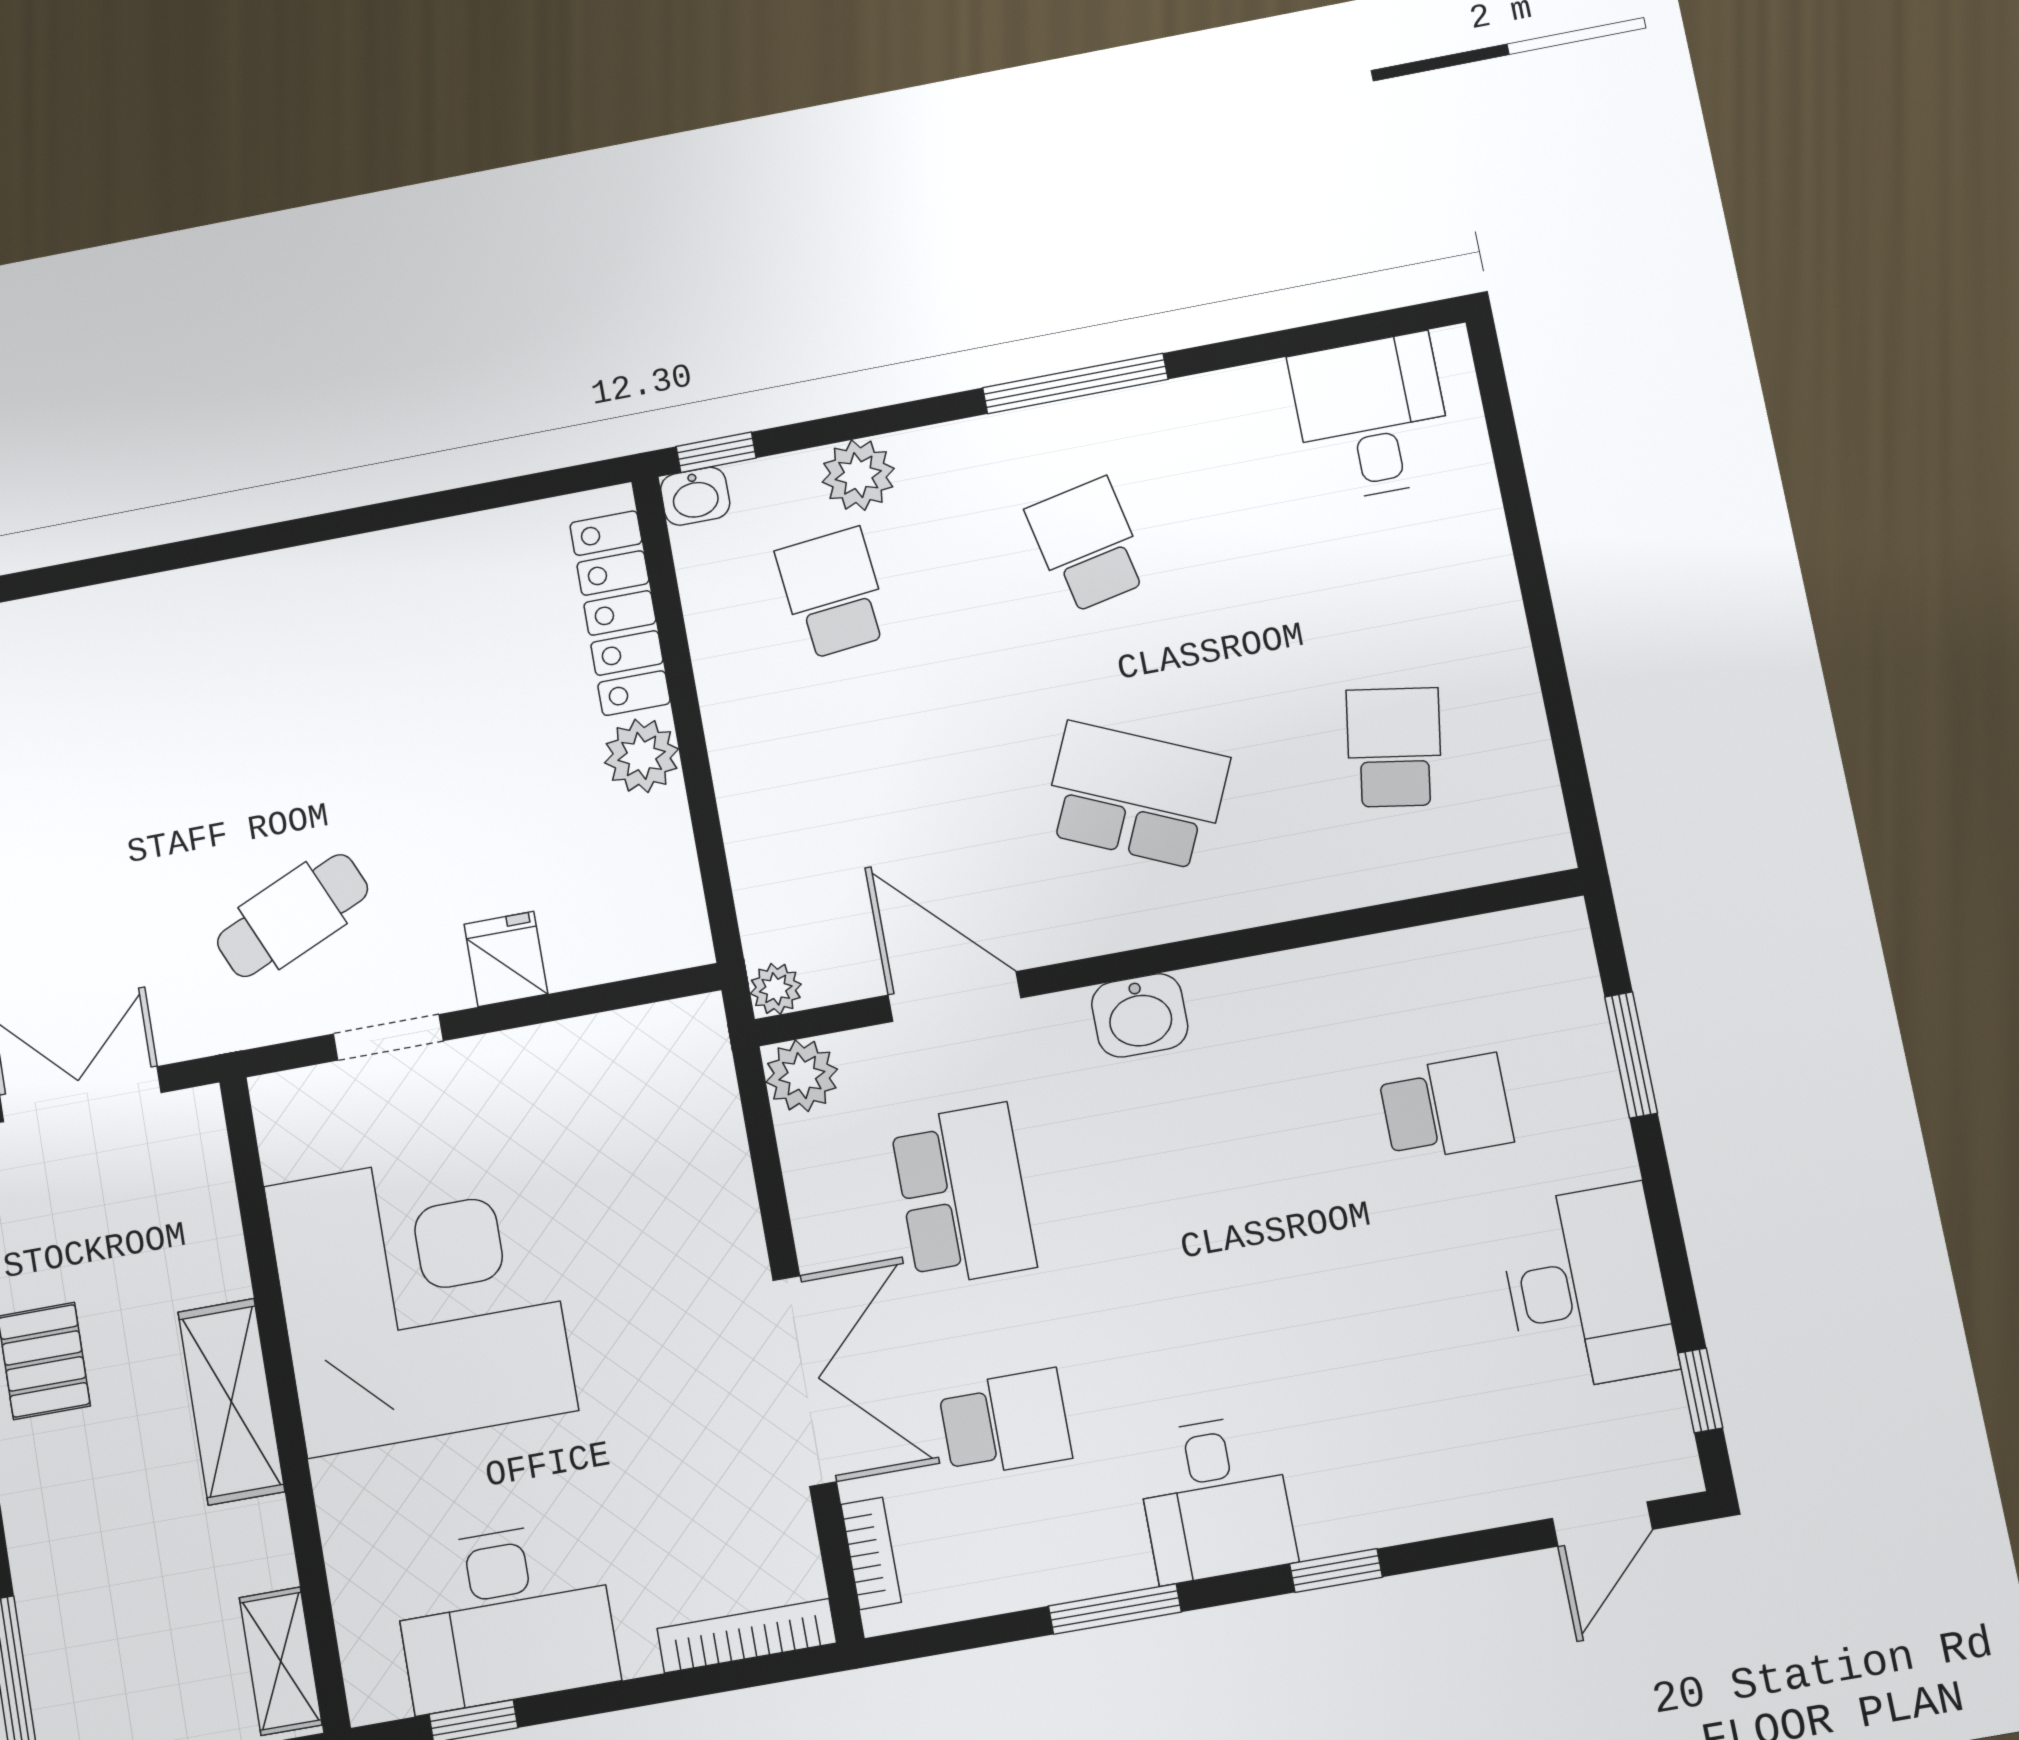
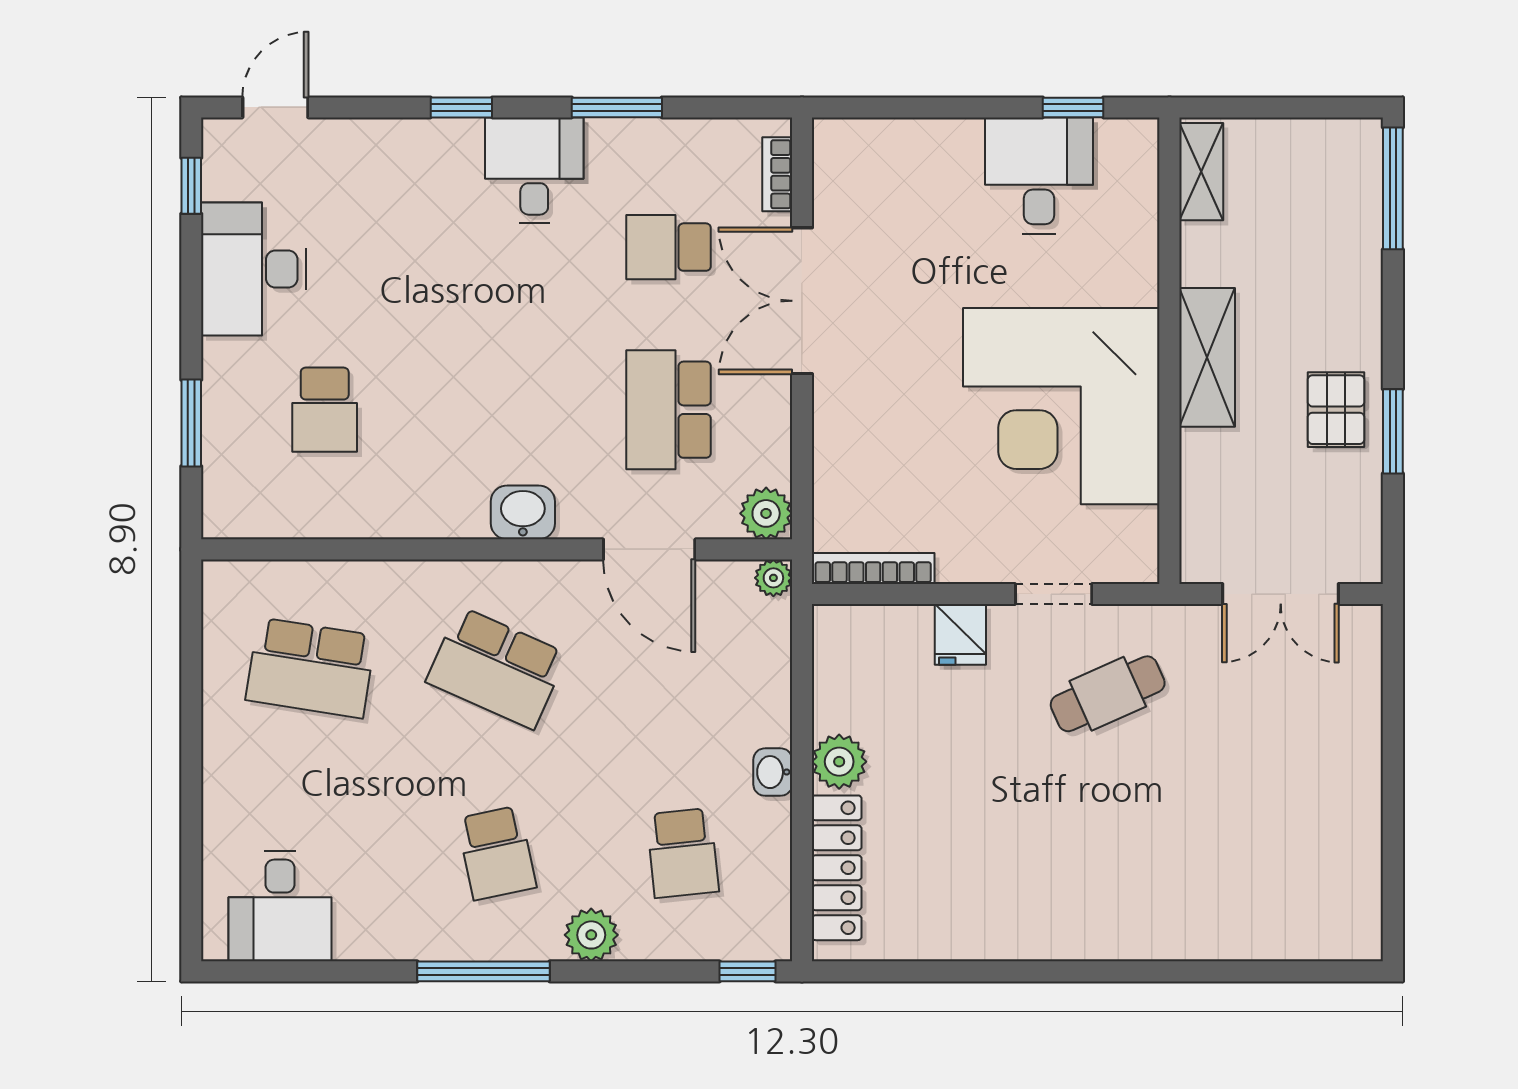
plant: (858, 475) -> (591, 935), moved
washbasin: (695, 496) -> (773, 772), moved, turned -90
school desk: (1394, 747) -> (311, 668), width x1.85
school desk: (1446, 1108) -> (325, 410), turned -90
desk: (505, 1616) -> (1039, 175), width x0.73
bookcase: (747, 1636) -> (873, 568), moved, turned 180

